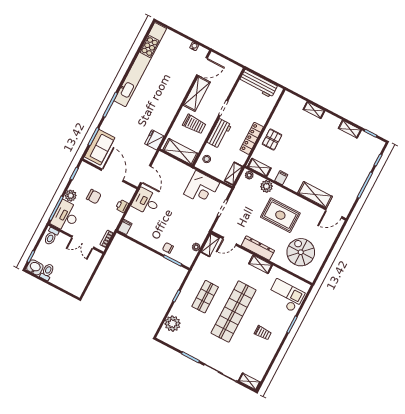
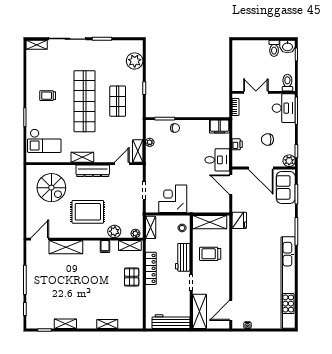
shelving: (197, 94) -> (199, 311), moved
plant: (71, 196) -> (289, 161), moved
filing cabinet: (125, 227) -> (219, 127), width x2.00

